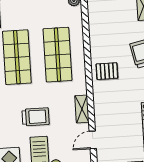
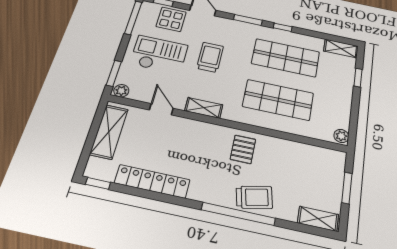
trolley: (36, 117) -> (210, 57), turned 180

